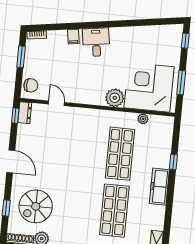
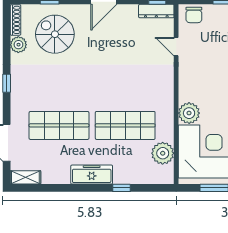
door: (56, 103) -> (176, 47), swing flipped
dresser: (25, 113) -> (156, 11), width x1.44
plant: (143, 119) -> (163, 153), width x1.88, depth x1.88

